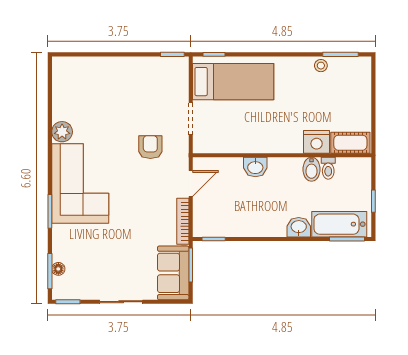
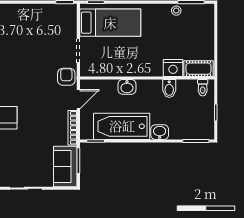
armchair: (150, 147) -> (66, 77), moved
toilet: (328, 168) -> (203, 88), moved
bathtub: (339, 224) -> (122, 126), moved, width x1.36, depth x1.36

